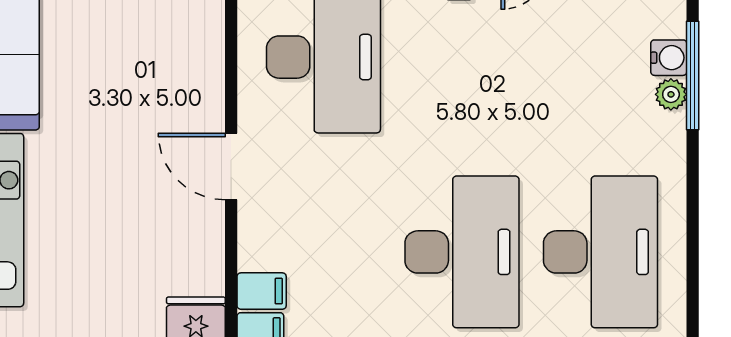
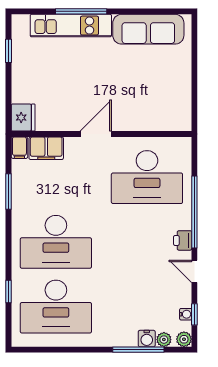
plant: (671, 94) -> (164, 340), moved
filing cabinet: (262, 291) -> (46, 148), width x2.00

